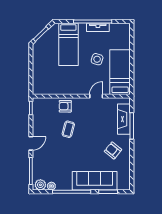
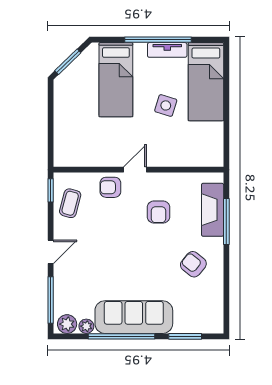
bed: (120, 72) -> (206, 82), moved, turned 180
door: (96, 96) -> (135, 170), moved
armchair: (93, 120) -> (158, 212), added
coffee table: (68, 129) -> (70, 203), moved
sofa: (95, 181) -> (134, 317), moved

